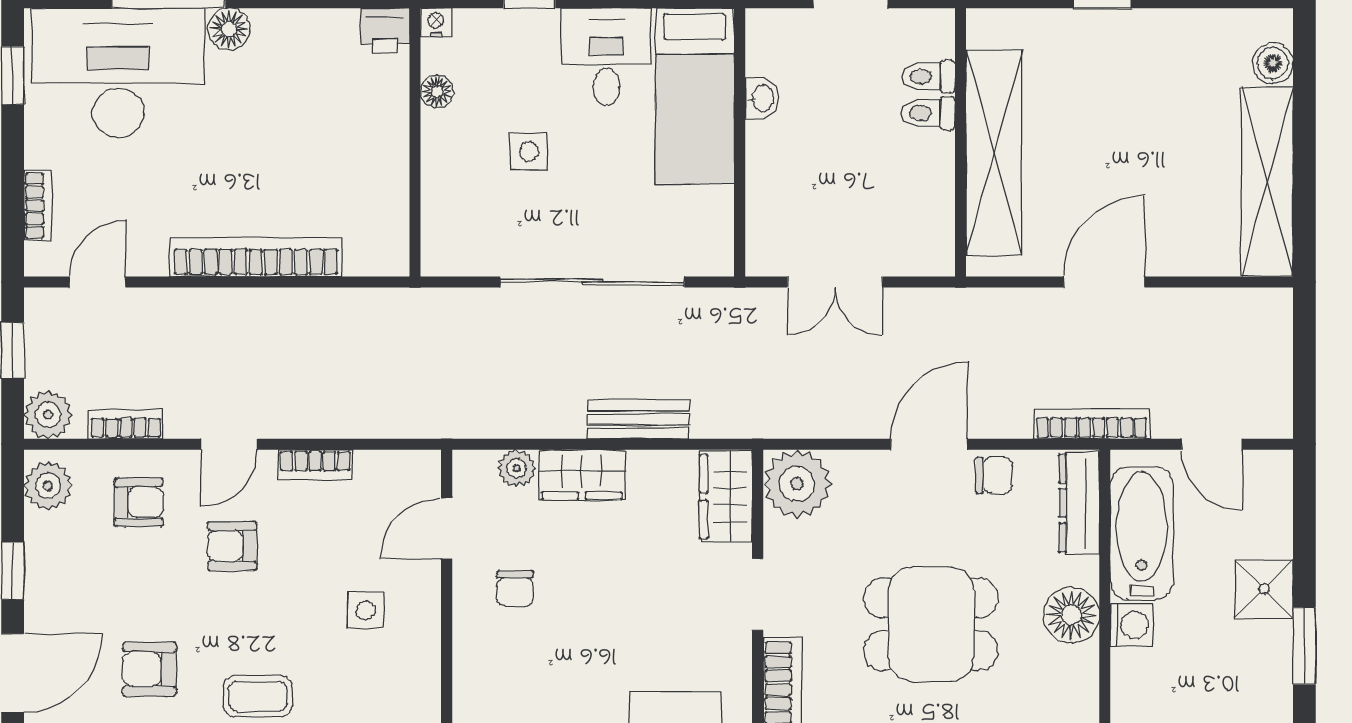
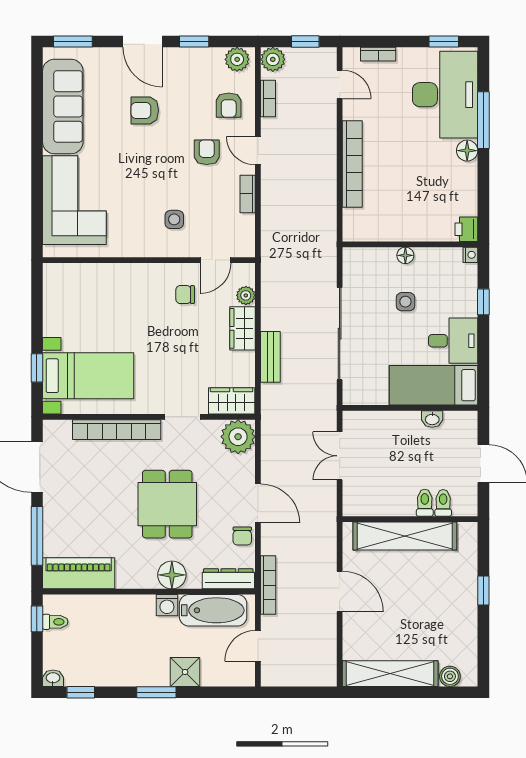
floor lamp: (437, 91) -> (405, 255), moved
door: (447, 528) -> (216, 260), swing flipped
armchair: (149, 669) -> (145, 110), turned -90
coffee table: (258, 696) -> (131, 165), removed

